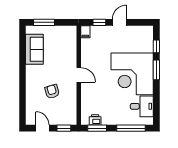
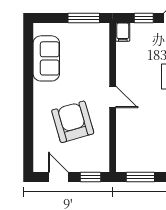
window: (44, 22) -> (84, 18), moved
armchair: (52, 91) -> (73, 122), width x1.88, depth x1.88
printer: (95, 120) -> (137, 164), removed

